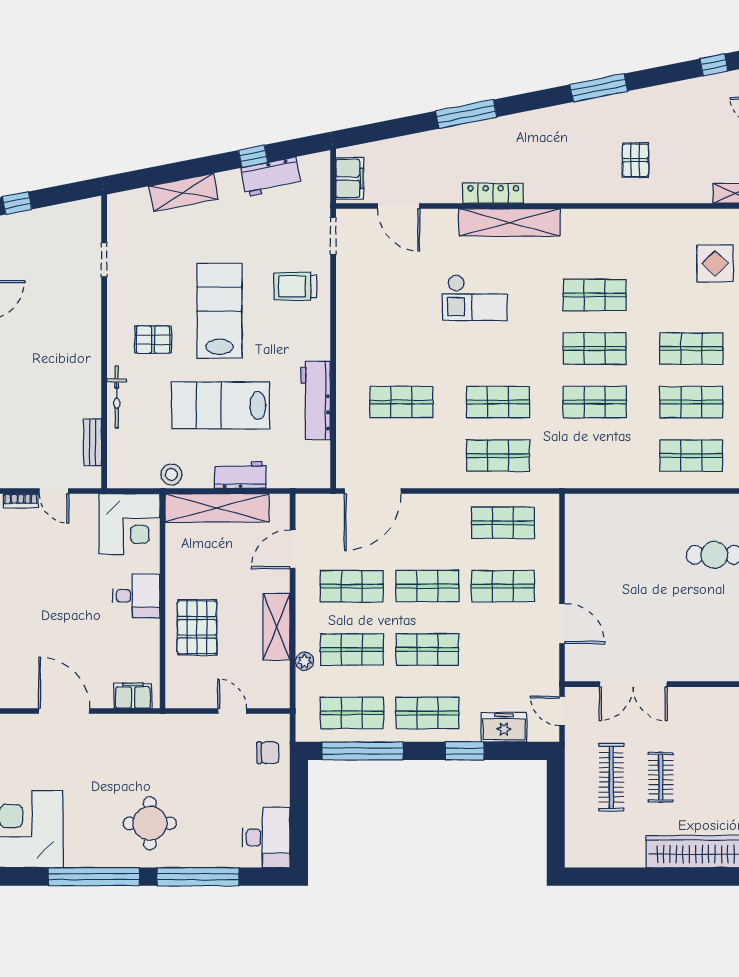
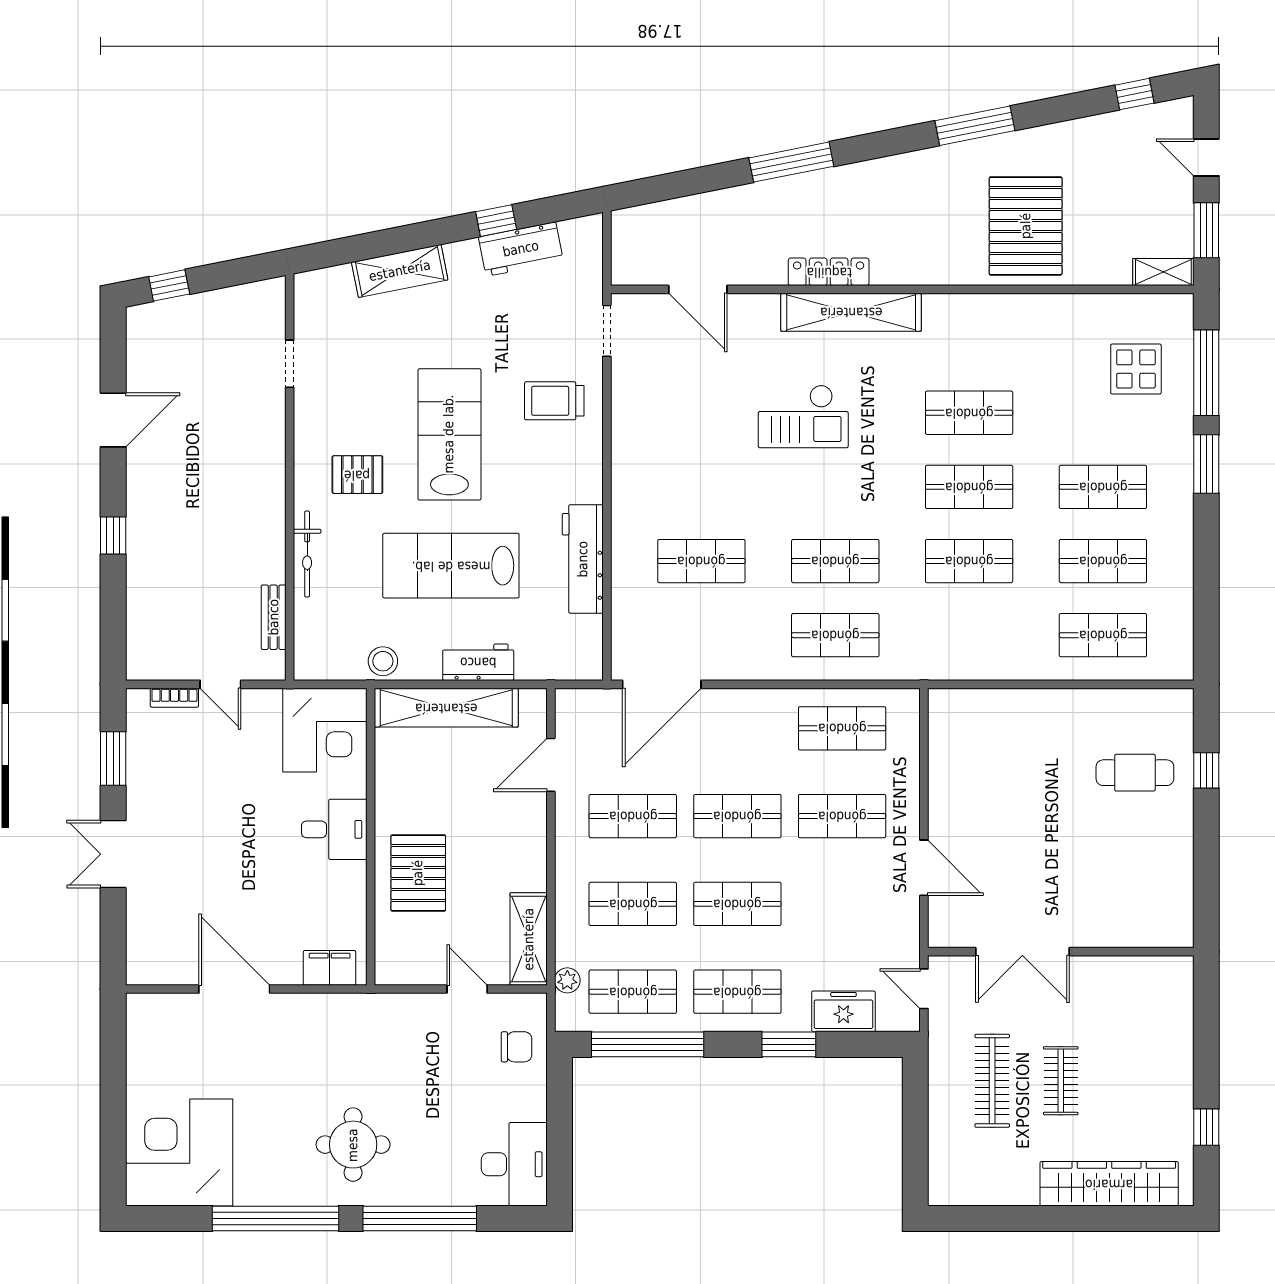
pallet: (635, 160) -> (1026, 226), width x2.05, depth x2.00
filing cabinet: (350, 178) -> (630, 251), removed
shelving: (277, 627) -> (529, 939), moved
plant: (305, 661) -> (567, 980), moved

